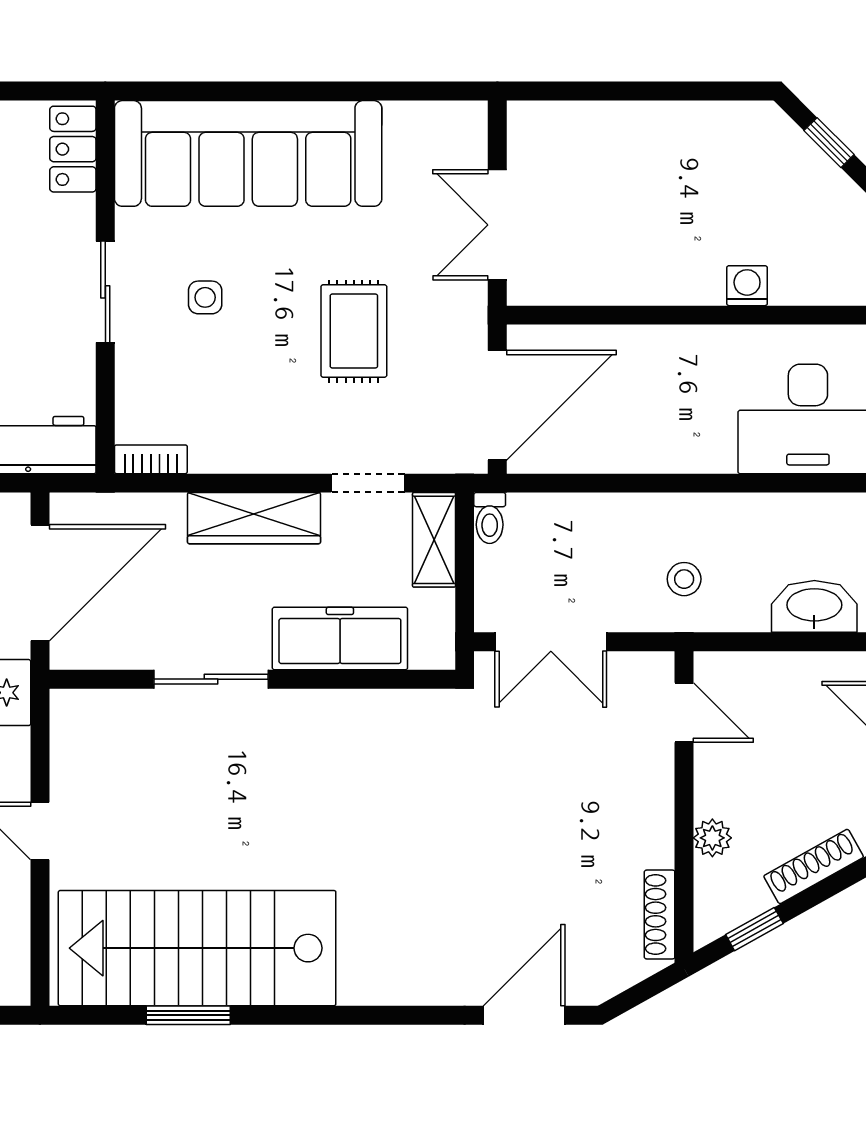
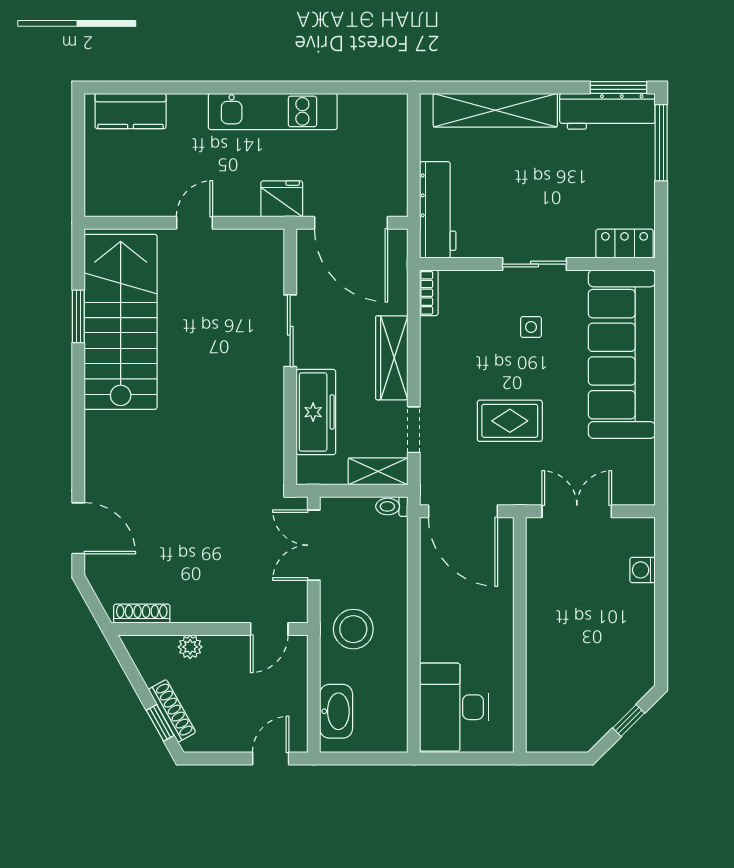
washing machine: (747, 286) -> (643, 570), moved, turned 180
stool: (684, 579) -> (353, 629), width x1.89, depth x1.89
window: (754, 929) -> (160, 723), moved

